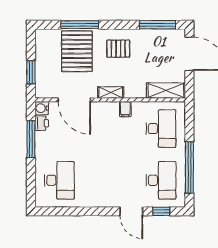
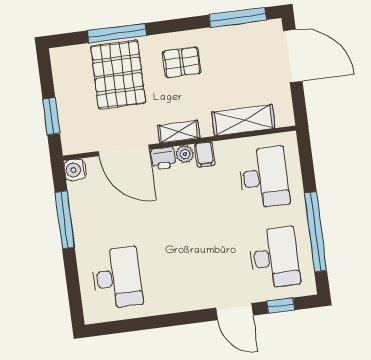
shelving: (166, 90) -> (243, 120), moved
plant: (113, 107) -> (185, 154), added
printer: (42, 123) -> (163, 158), moved, turned 90

